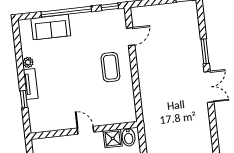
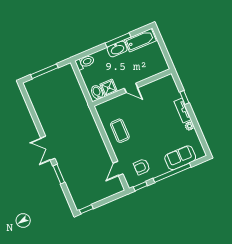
armchair: (101, 30) -> (142, 167), added
coffee table: (110, 67) -> (120, 131), moved

